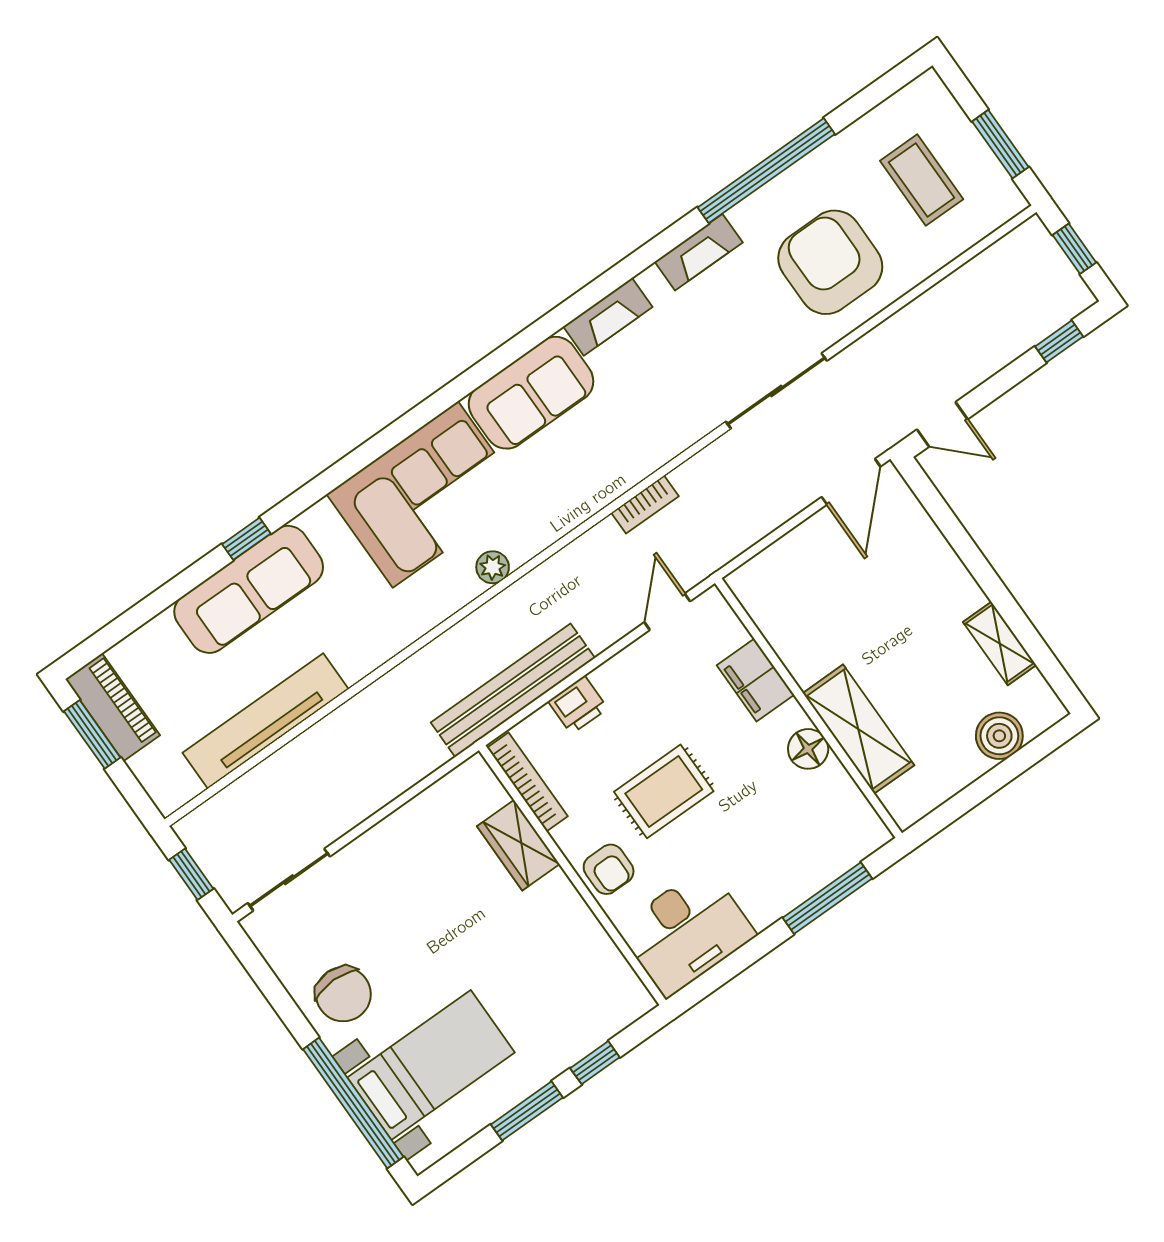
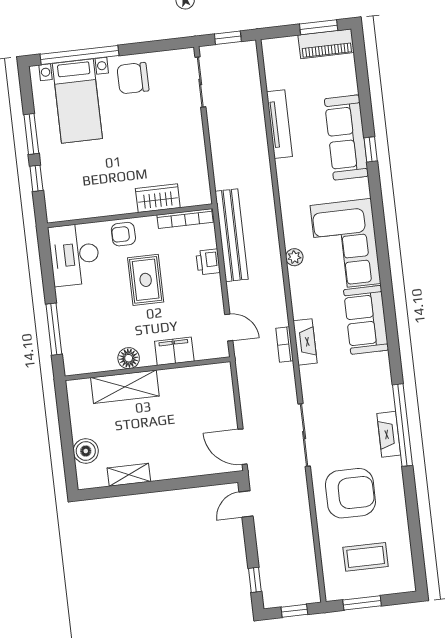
window: (766, 171) -> (402, 425), moved
fireplace: (608, 317) -> (305, 342), moved, turned 180
tv unit: (265, 721) -> (279, 124), width x0.73, depth x0.78

